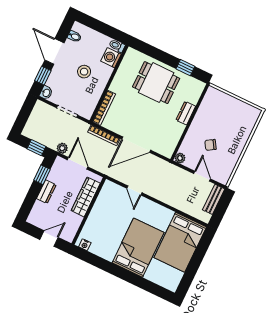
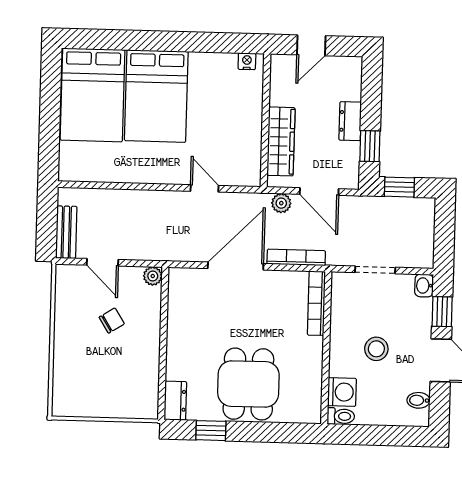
dining table: (156, 83) -> (248, 384), turned 90
dresser: (186, 113) -> (175, 401), moved
plant: (62, 148) -> (281, 203), moved
bed: (180, 242) -> (93, 95), moved, turned 180

